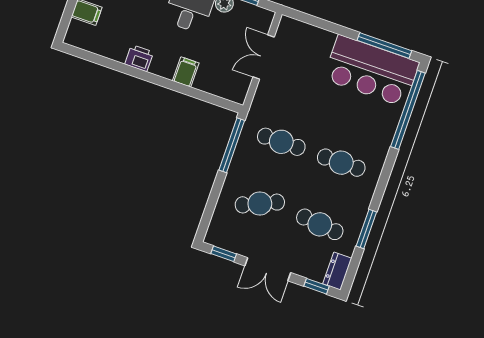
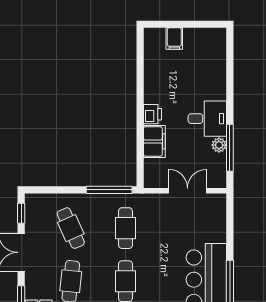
printer: (139, 58) -> (152, 114), moved
filing cabinet: (186, 72) -> (154, 141), width x2.00

